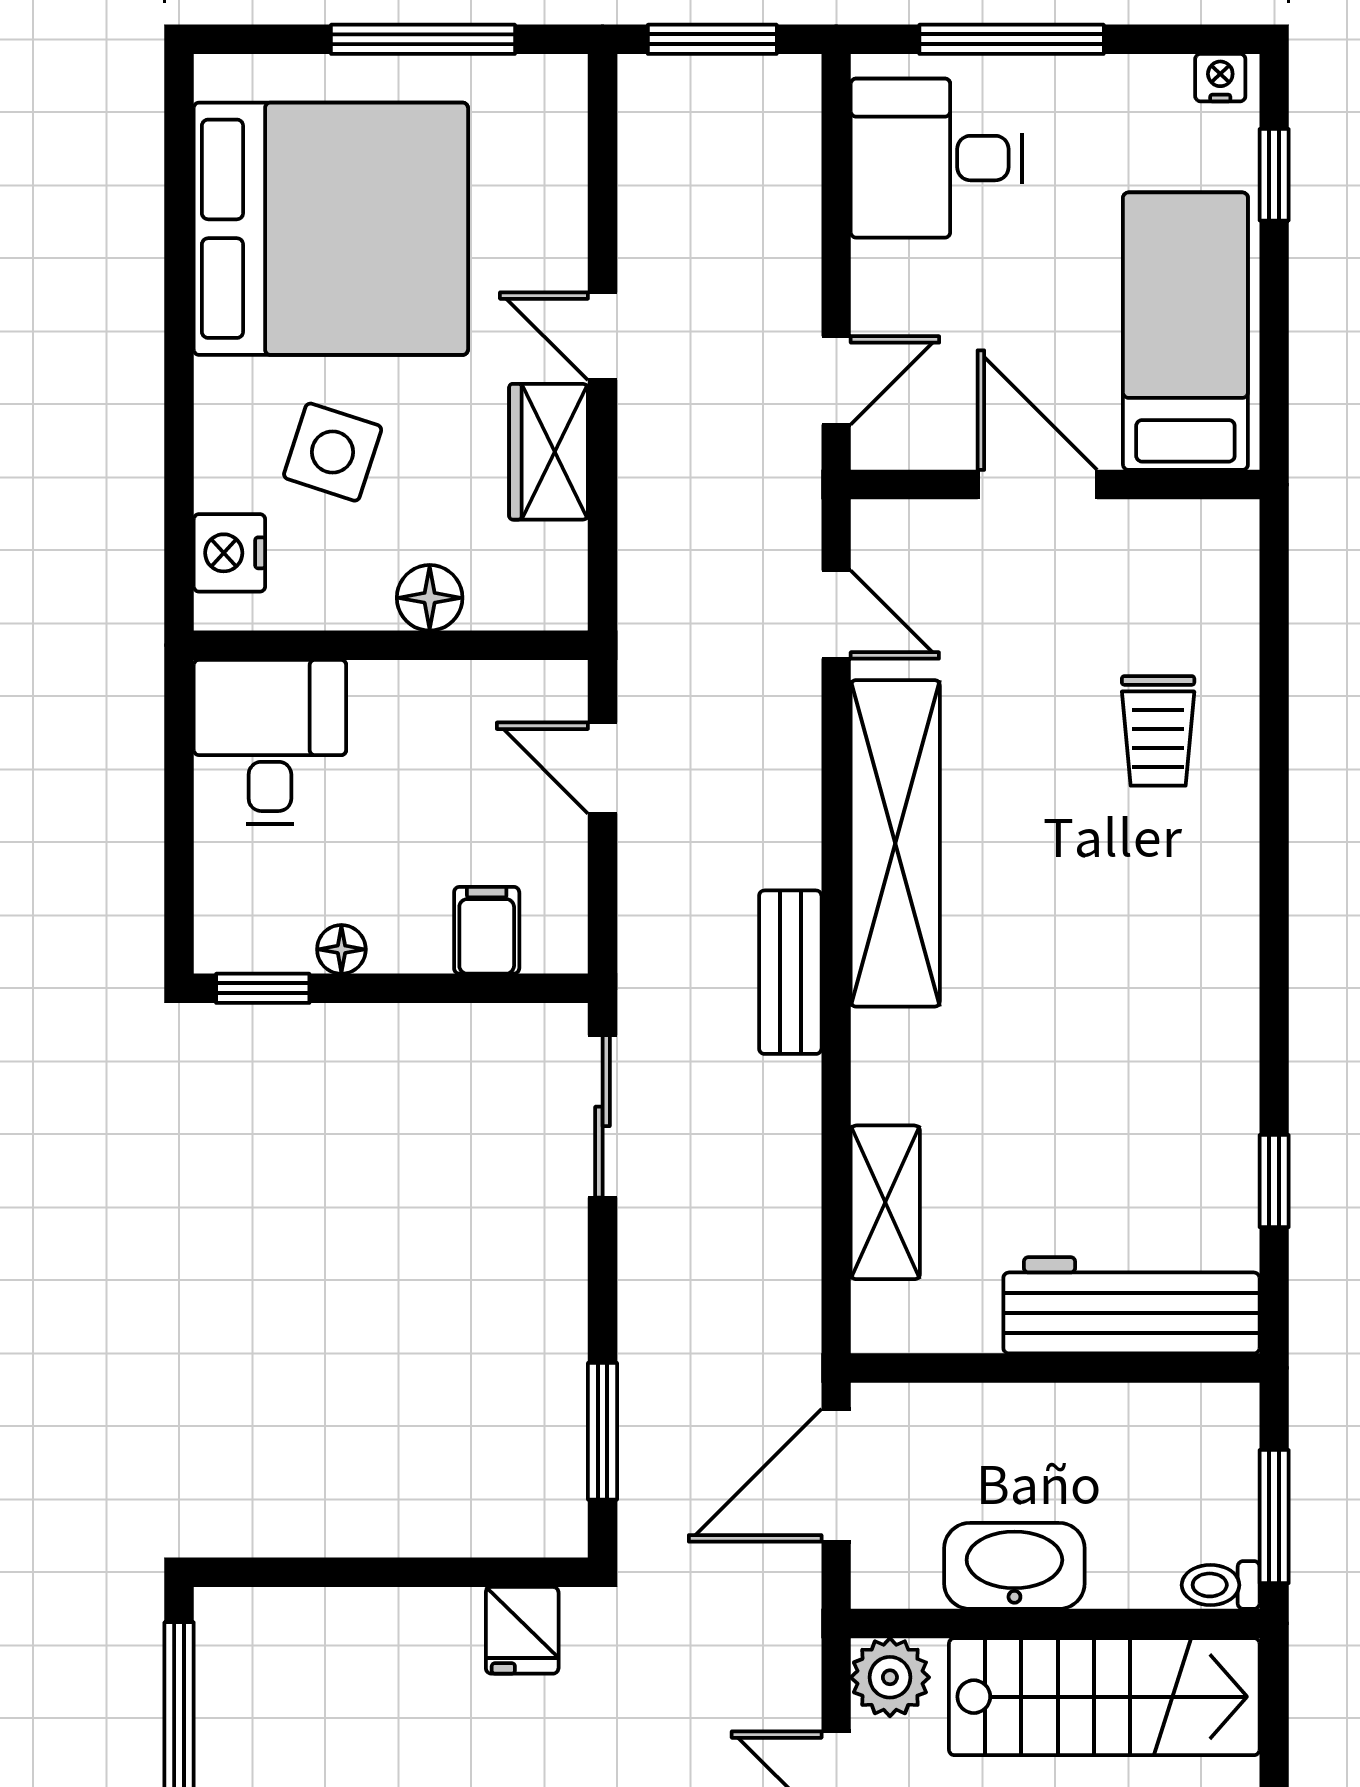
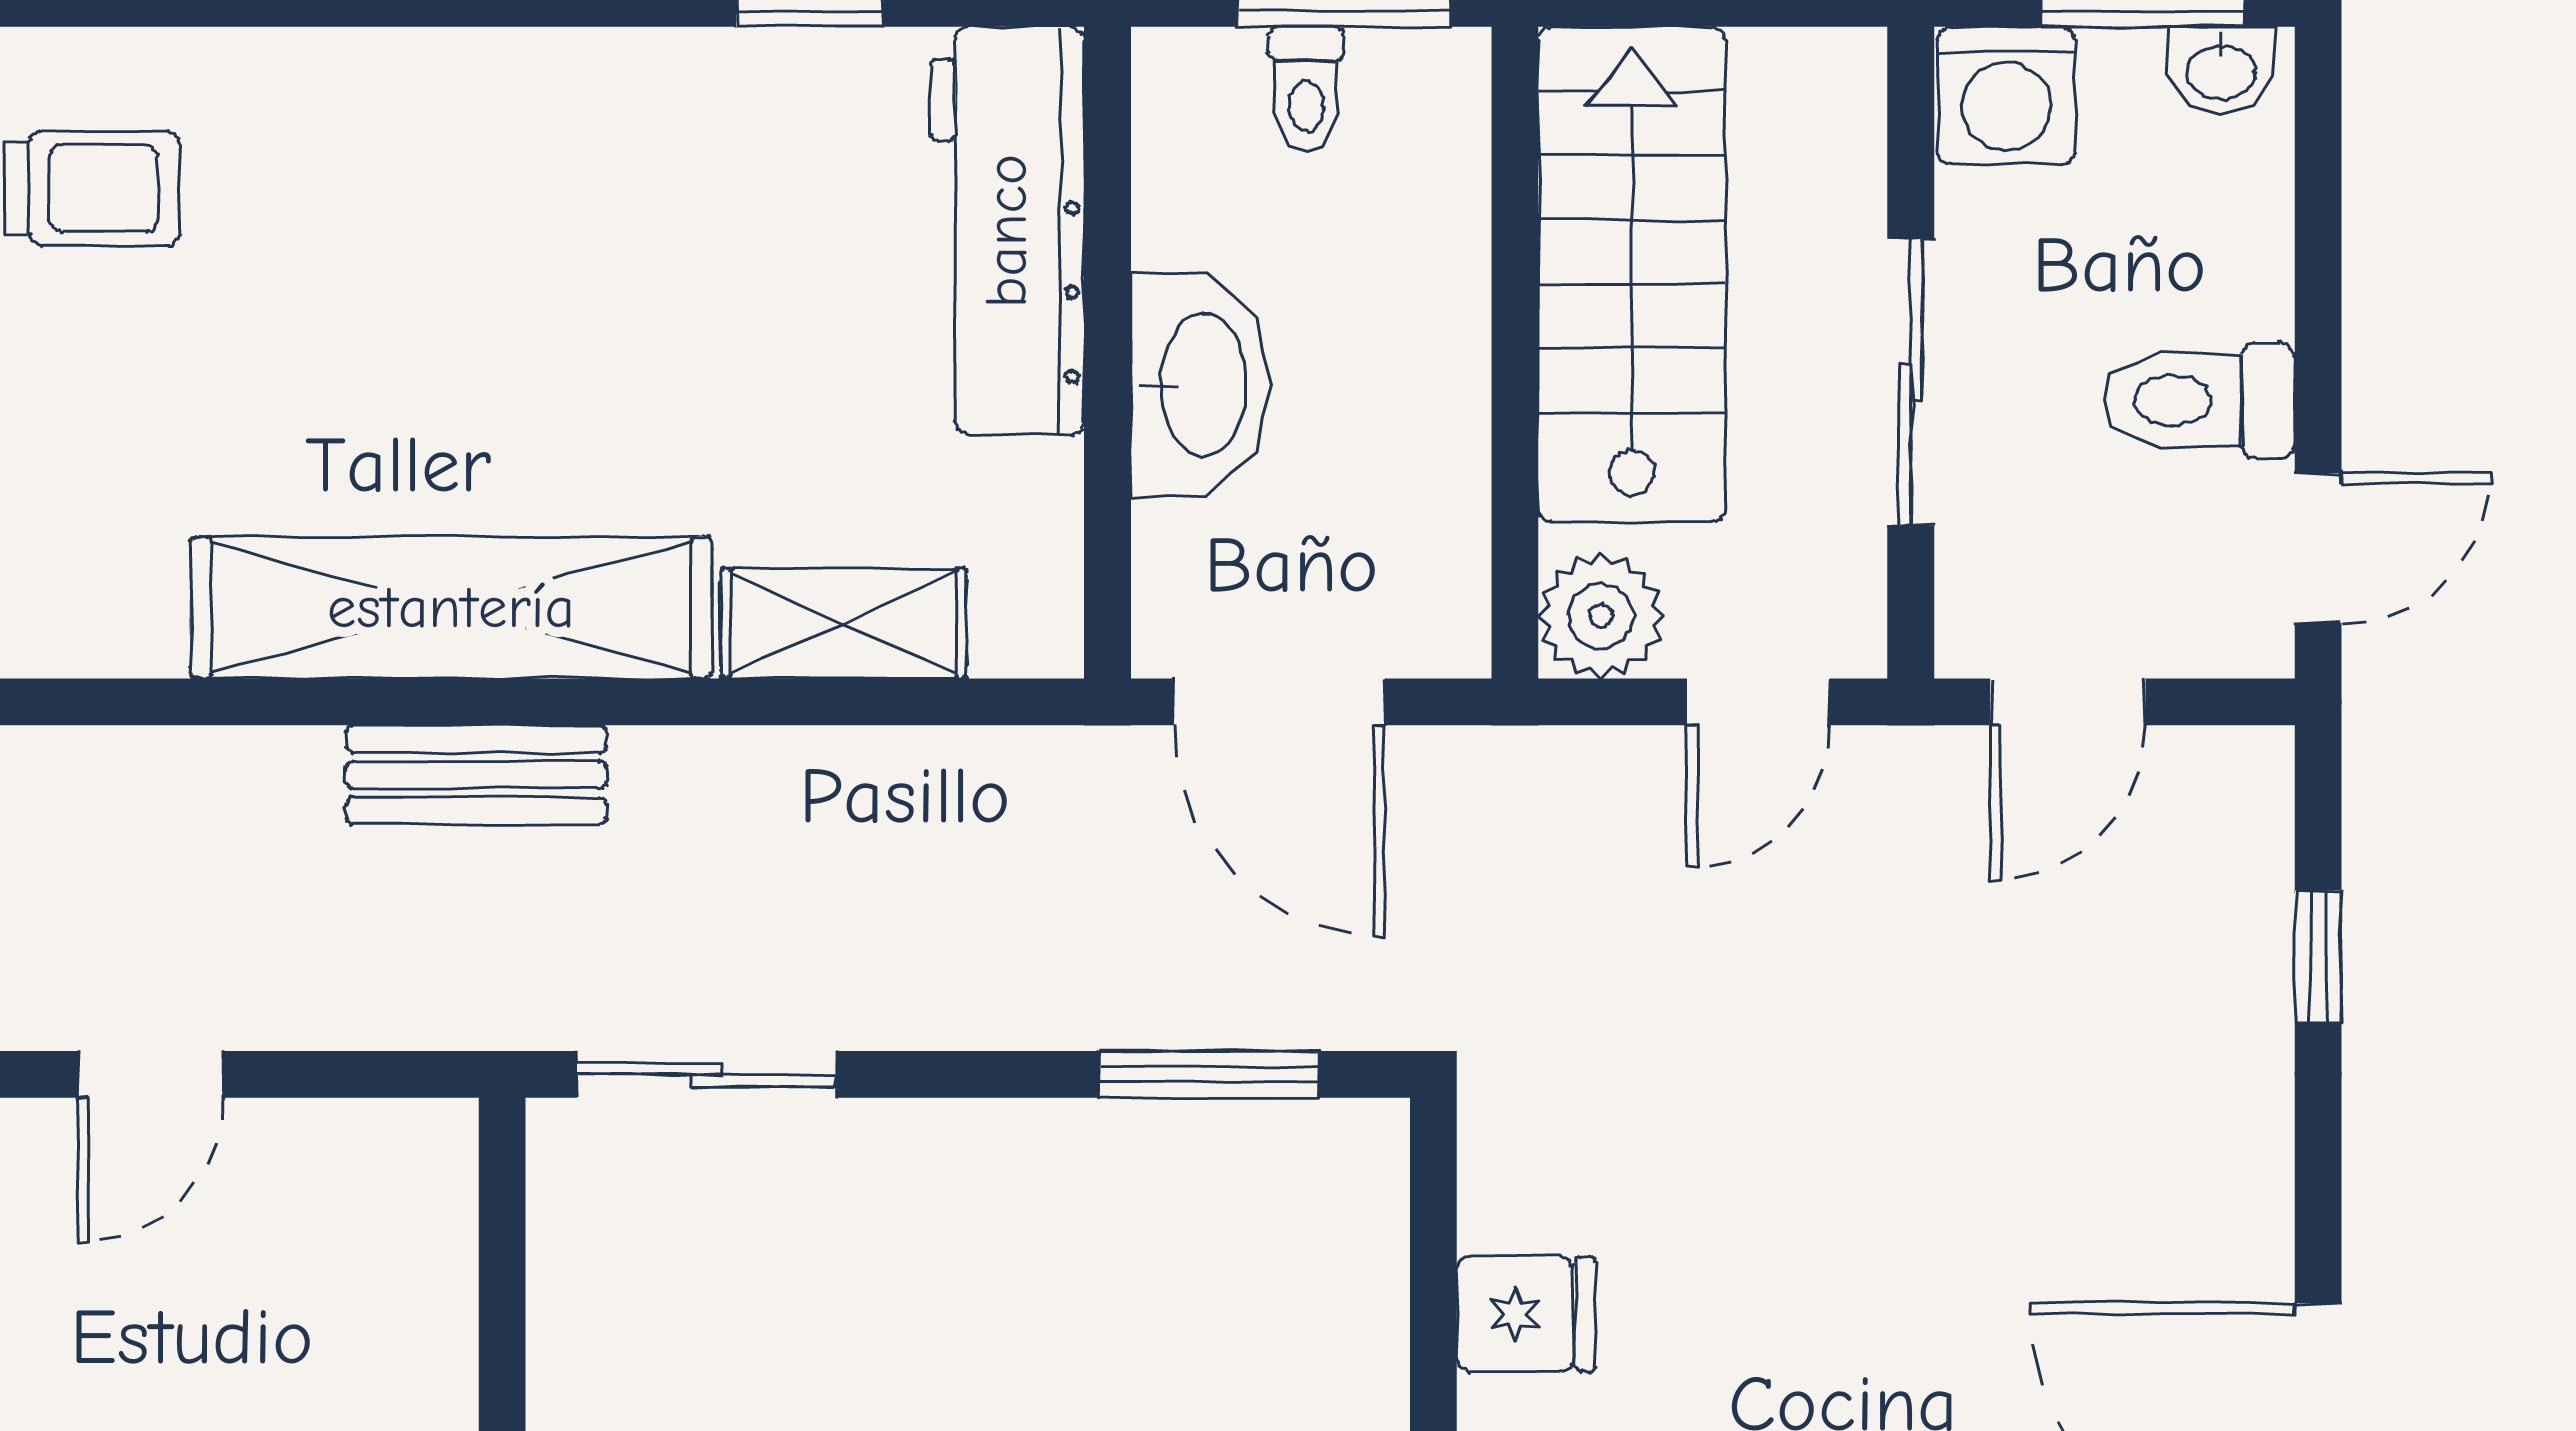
shelving: (895, 843) -> (451, 608), moved
filing cabinet: (487, 930) -> (410, 1259), removed
washbasin: (1014, 1566) -> (1199, 385), moved, turned 180
toilet: (1221, 1585) -> (1306, 89), moved
fridge: (522, 1630) -> (1526, 1314), moved

